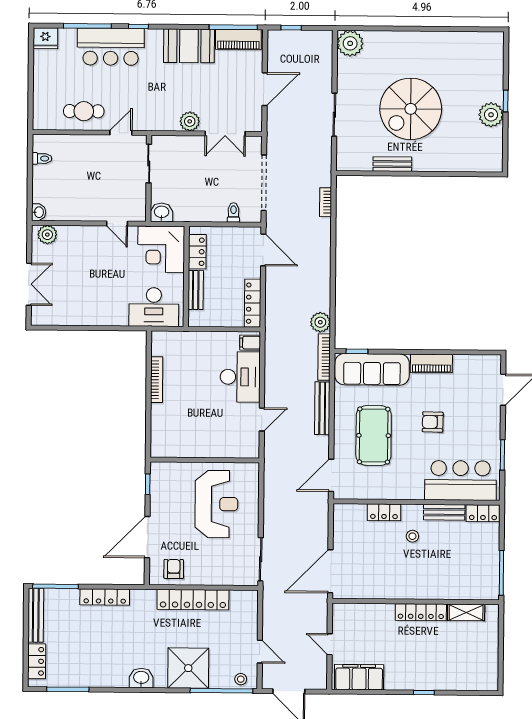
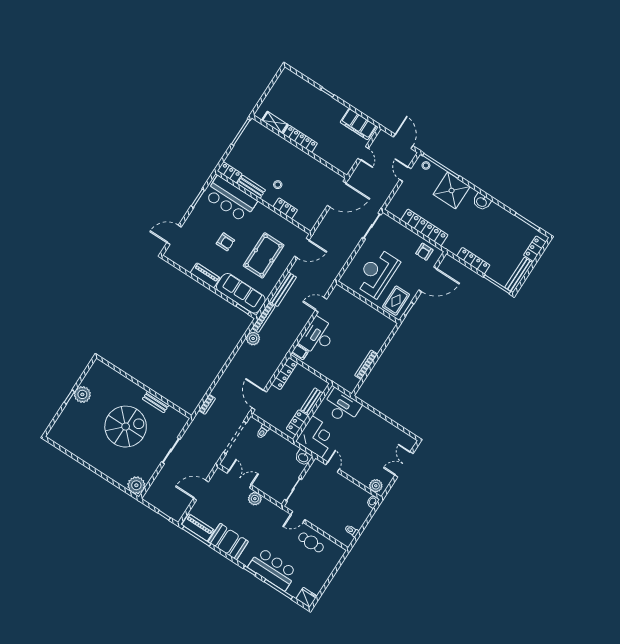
rug: (170, 485) -> (396, 301), added

